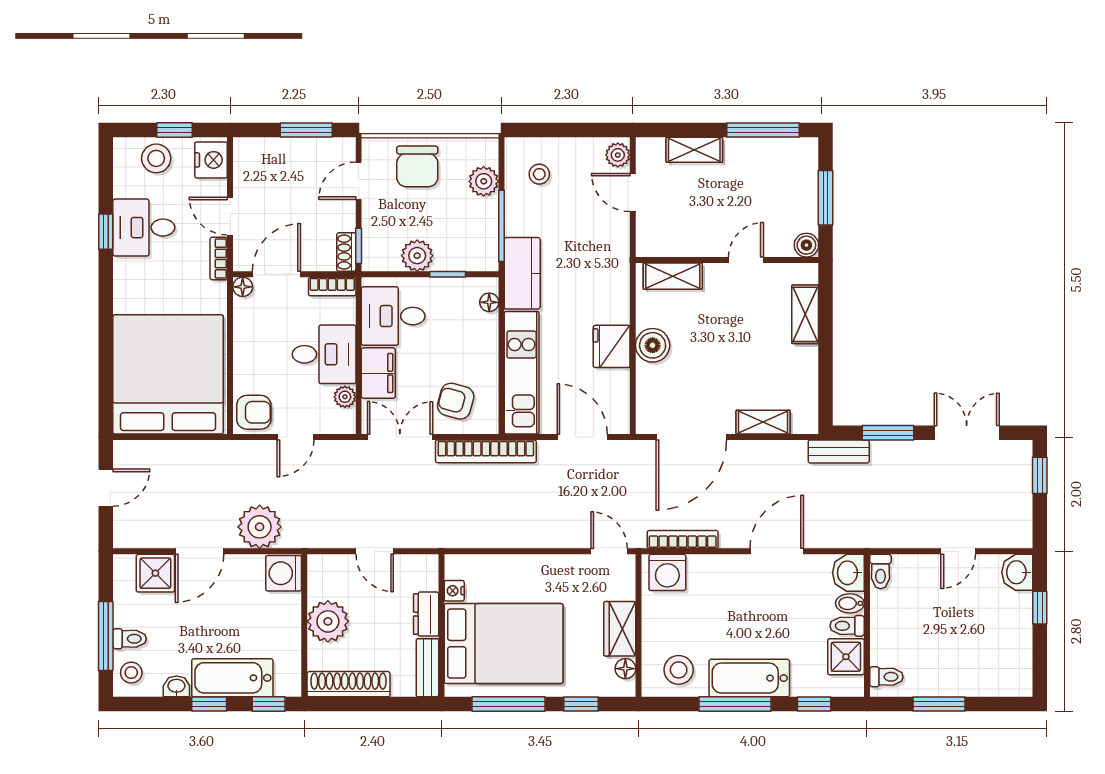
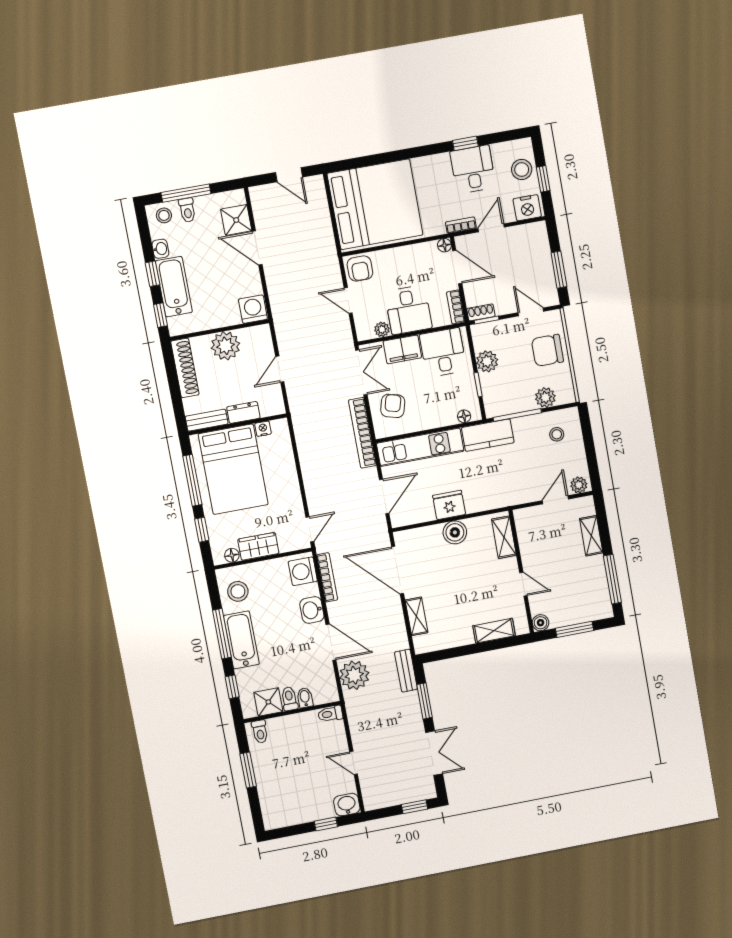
plant: (260, 527) -> (354, 675), moved
washbasin: (848, 573) -> (312, 610), moved, turned -90

